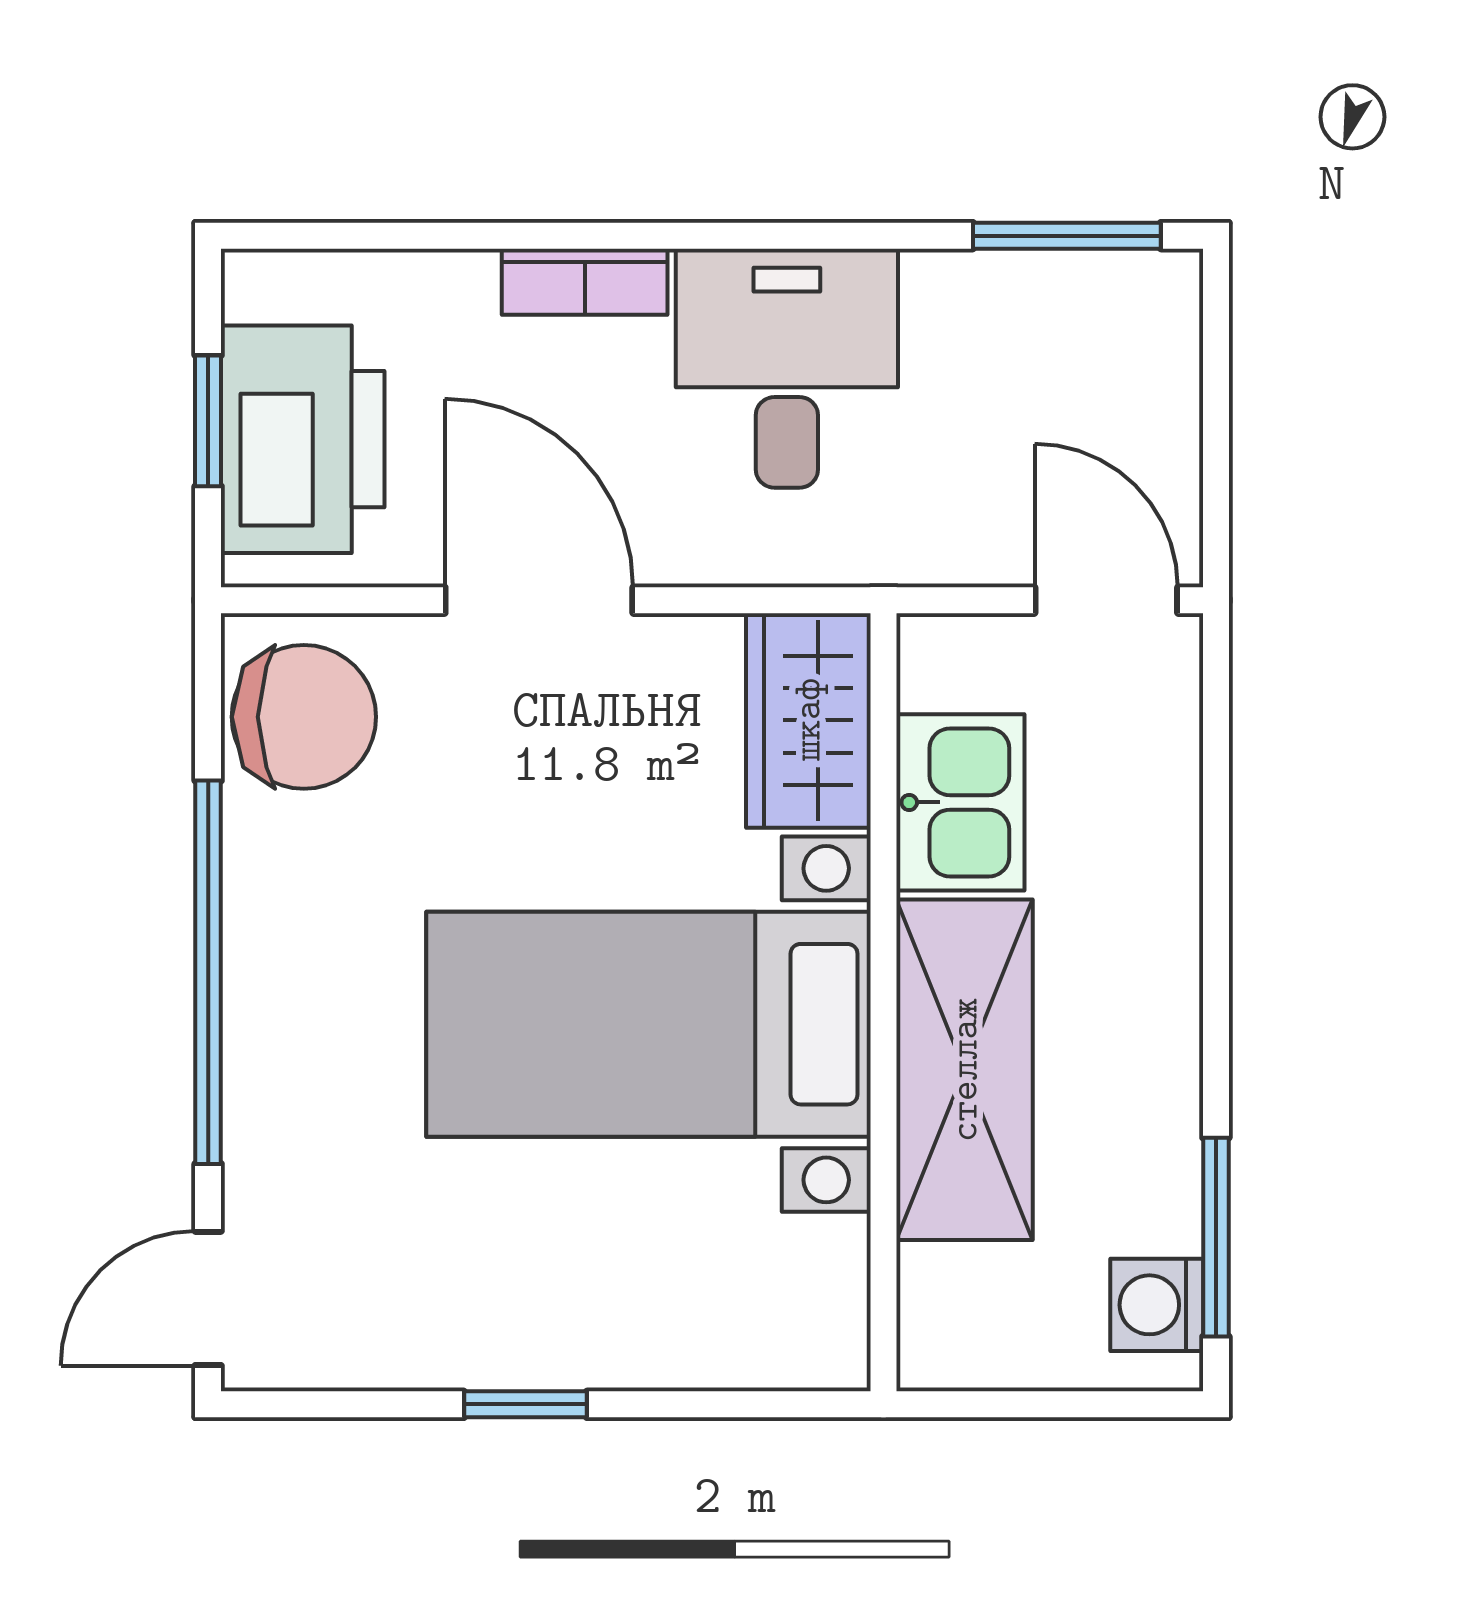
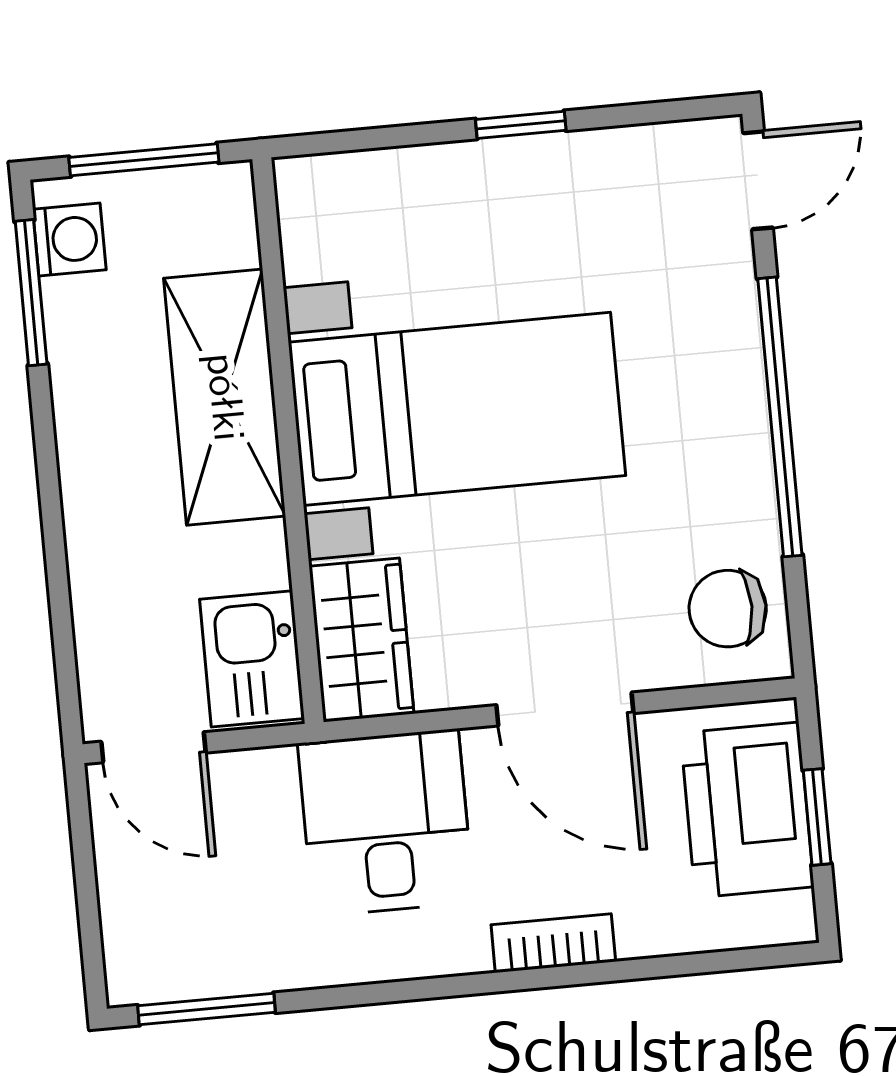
desk: (787, 368) -> (386, 823), moved, turned 180
chair: (304, 717) -> (728, 609), width x0.73, depth x0.73
kitchen sink: (960, 802) -> (252, 659), moved
window: (1045, 1404) -> (144, 160), added

